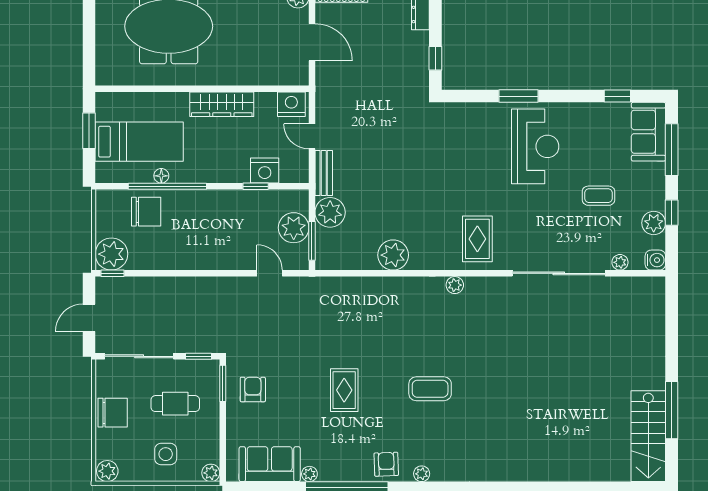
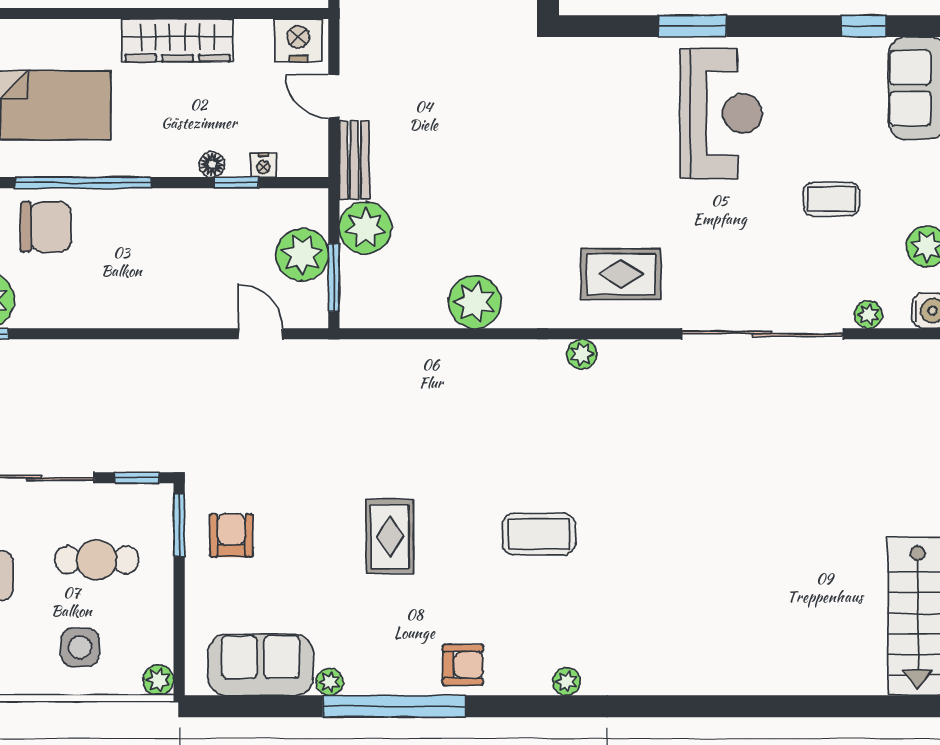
nightstand: (265, 171) -> (263, 165), width x0.53, depth x0.56
floor lamp: (161, 176) -> (212, 164), moved
rug: (477, 239) -> (621, 274), turned 90
armchair: (386, 464) -> (463, 665), turned 92
plant: (422, 474) -> (566, 682), moved

